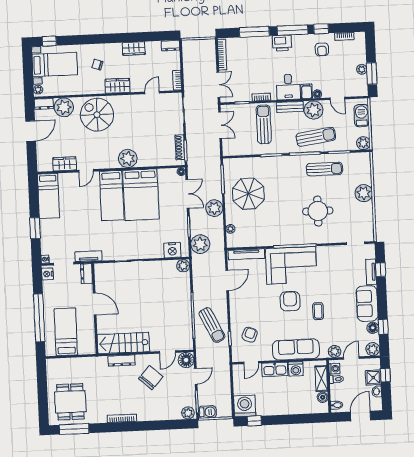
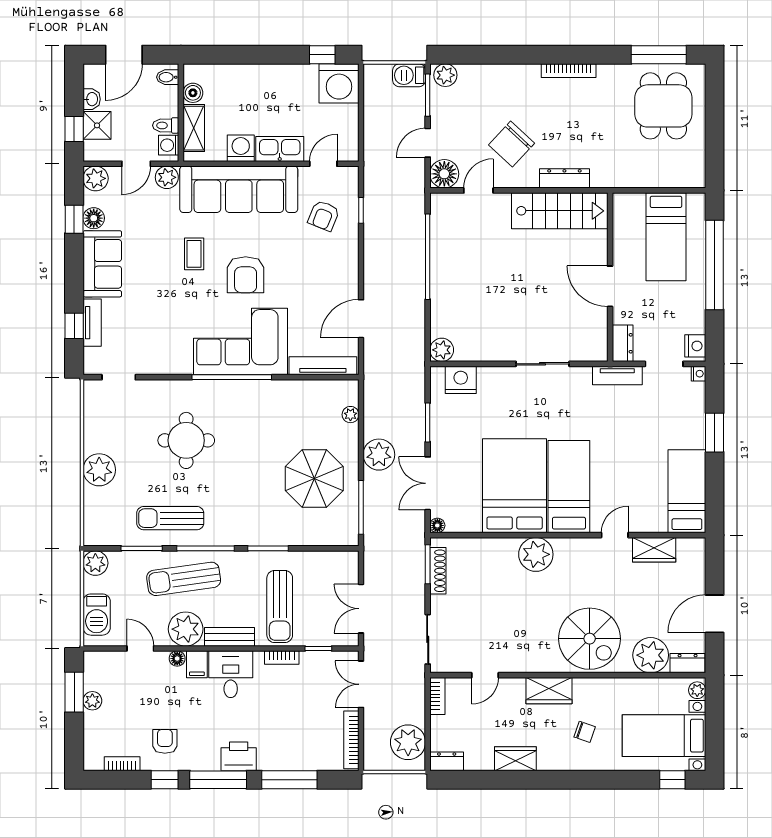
plant: (200, 244) -> (408, 742), moved
sun lounger: (212, 325) -> (393, 237), removed
sofa: (296, 349) -> (239, 189), width x1.36, depth x1.27

